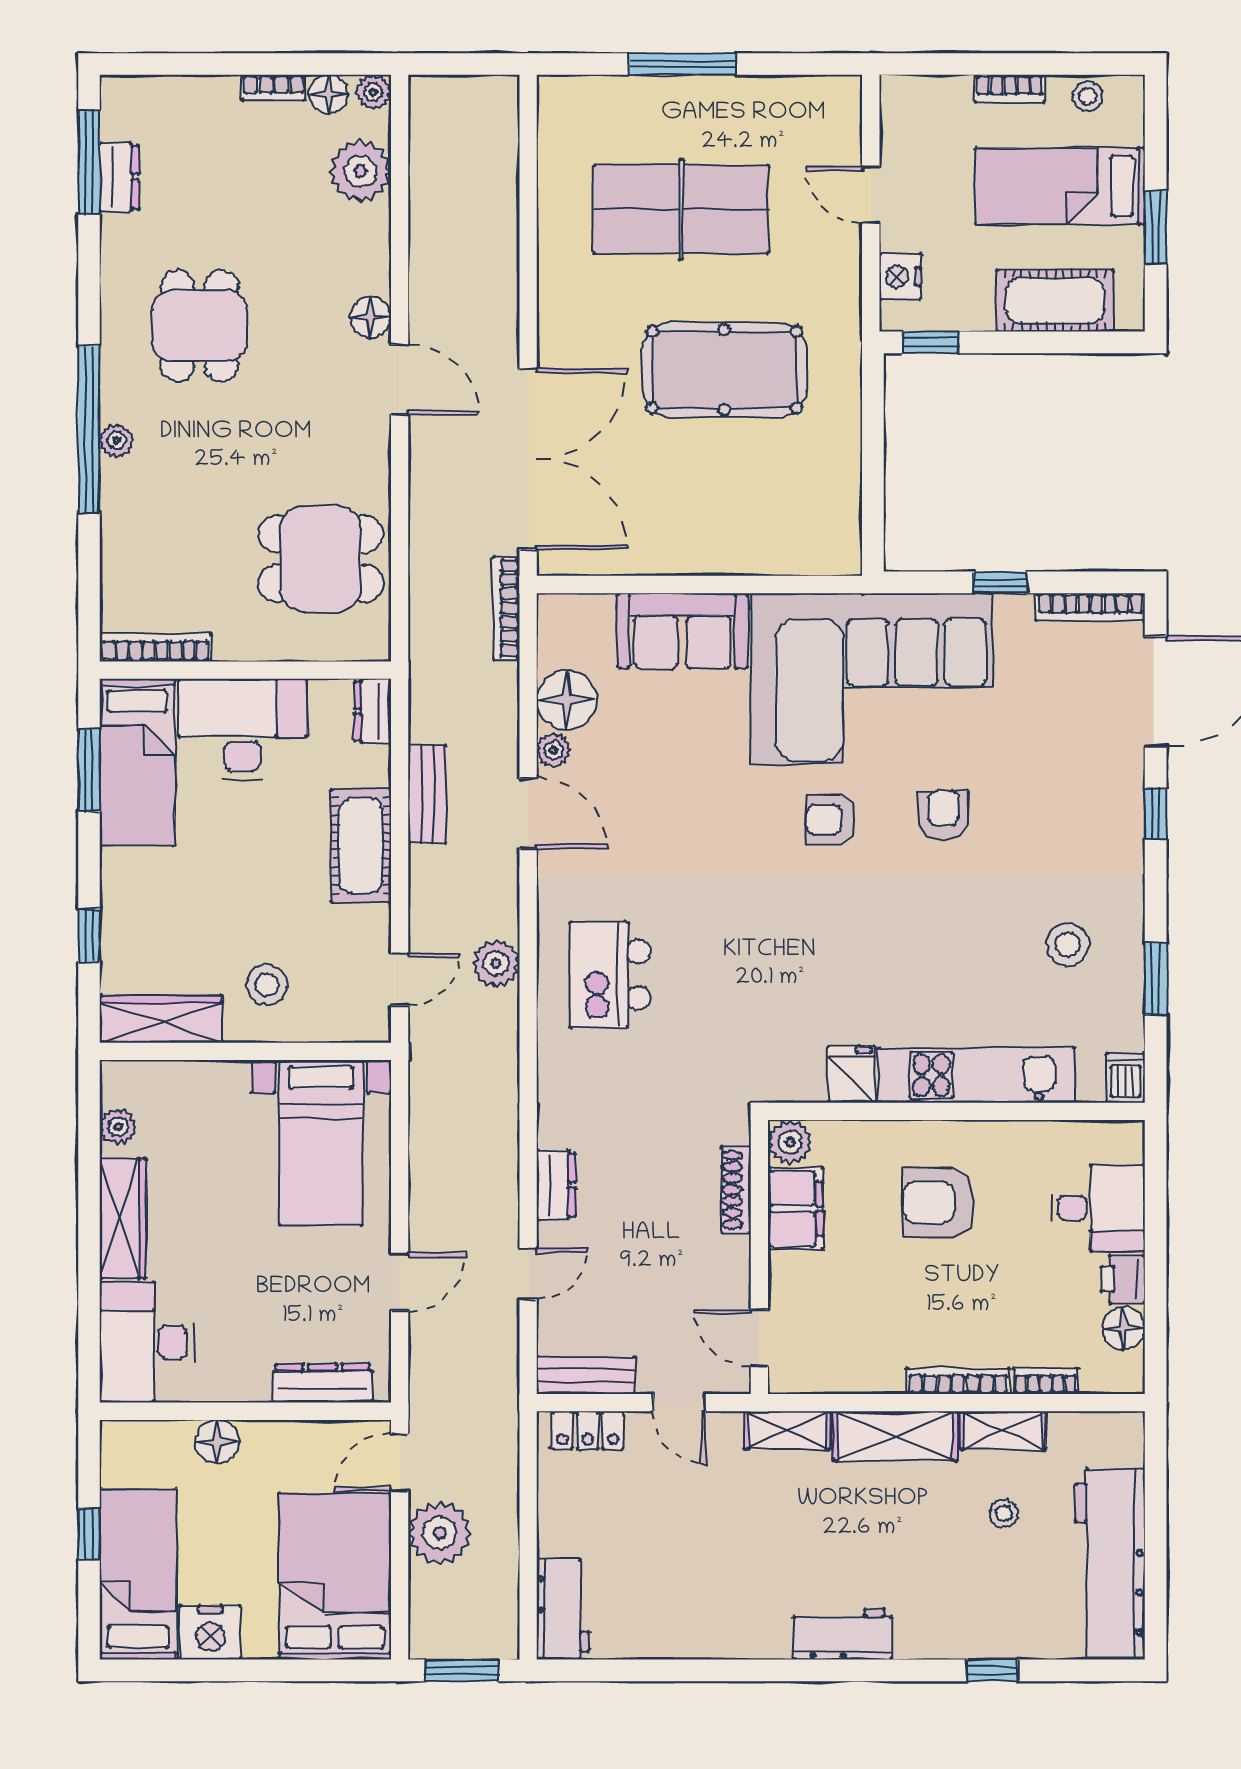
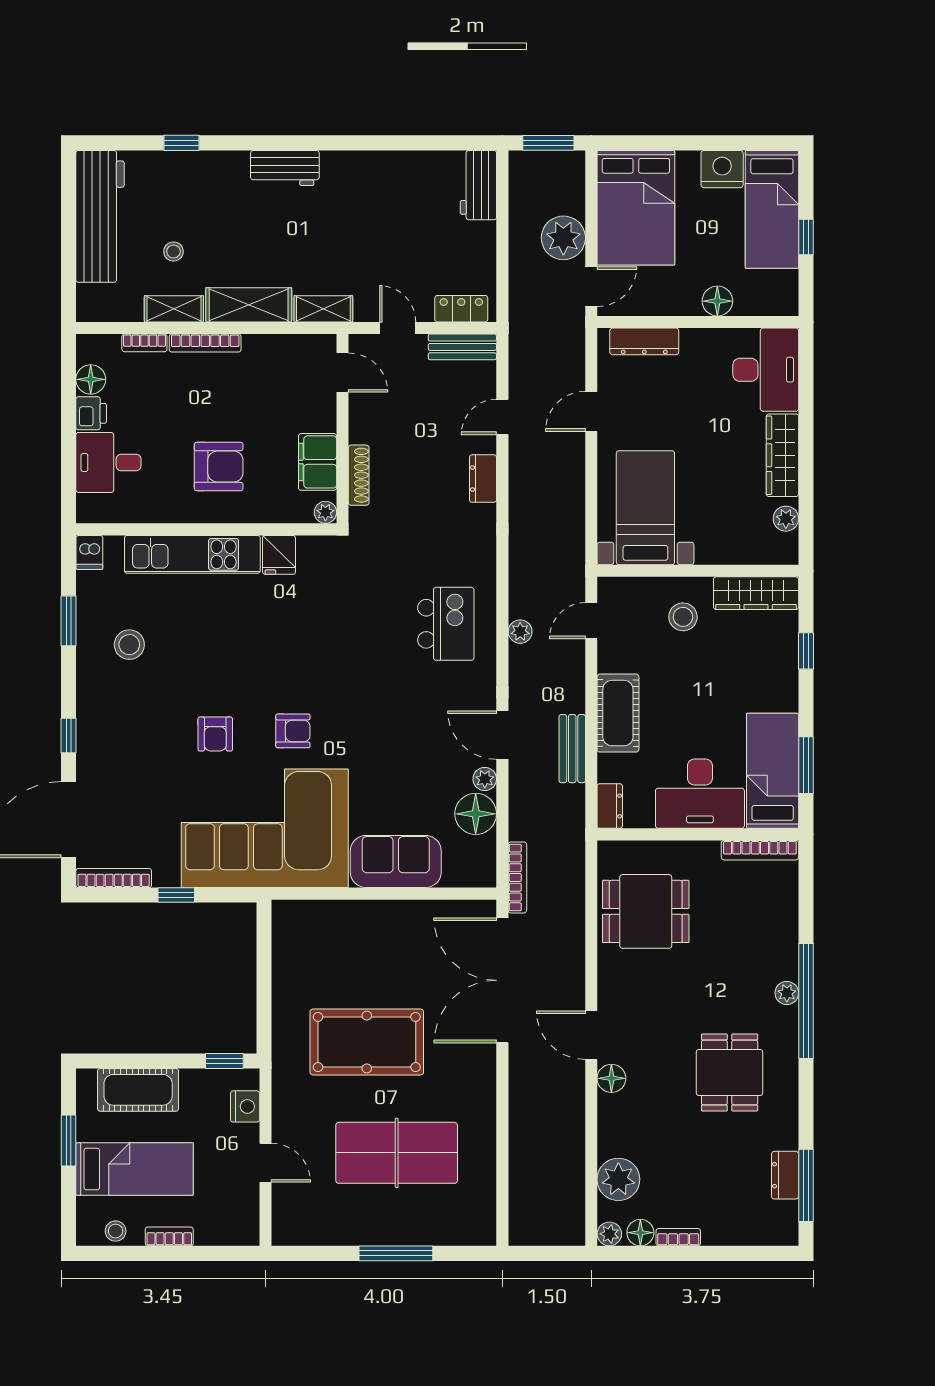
plant: (496, 963) -> (520, 632), width x0.73, depth x0.73
plant: (790, 1142) -> (325, 512), width x0.73, depth x0.73

